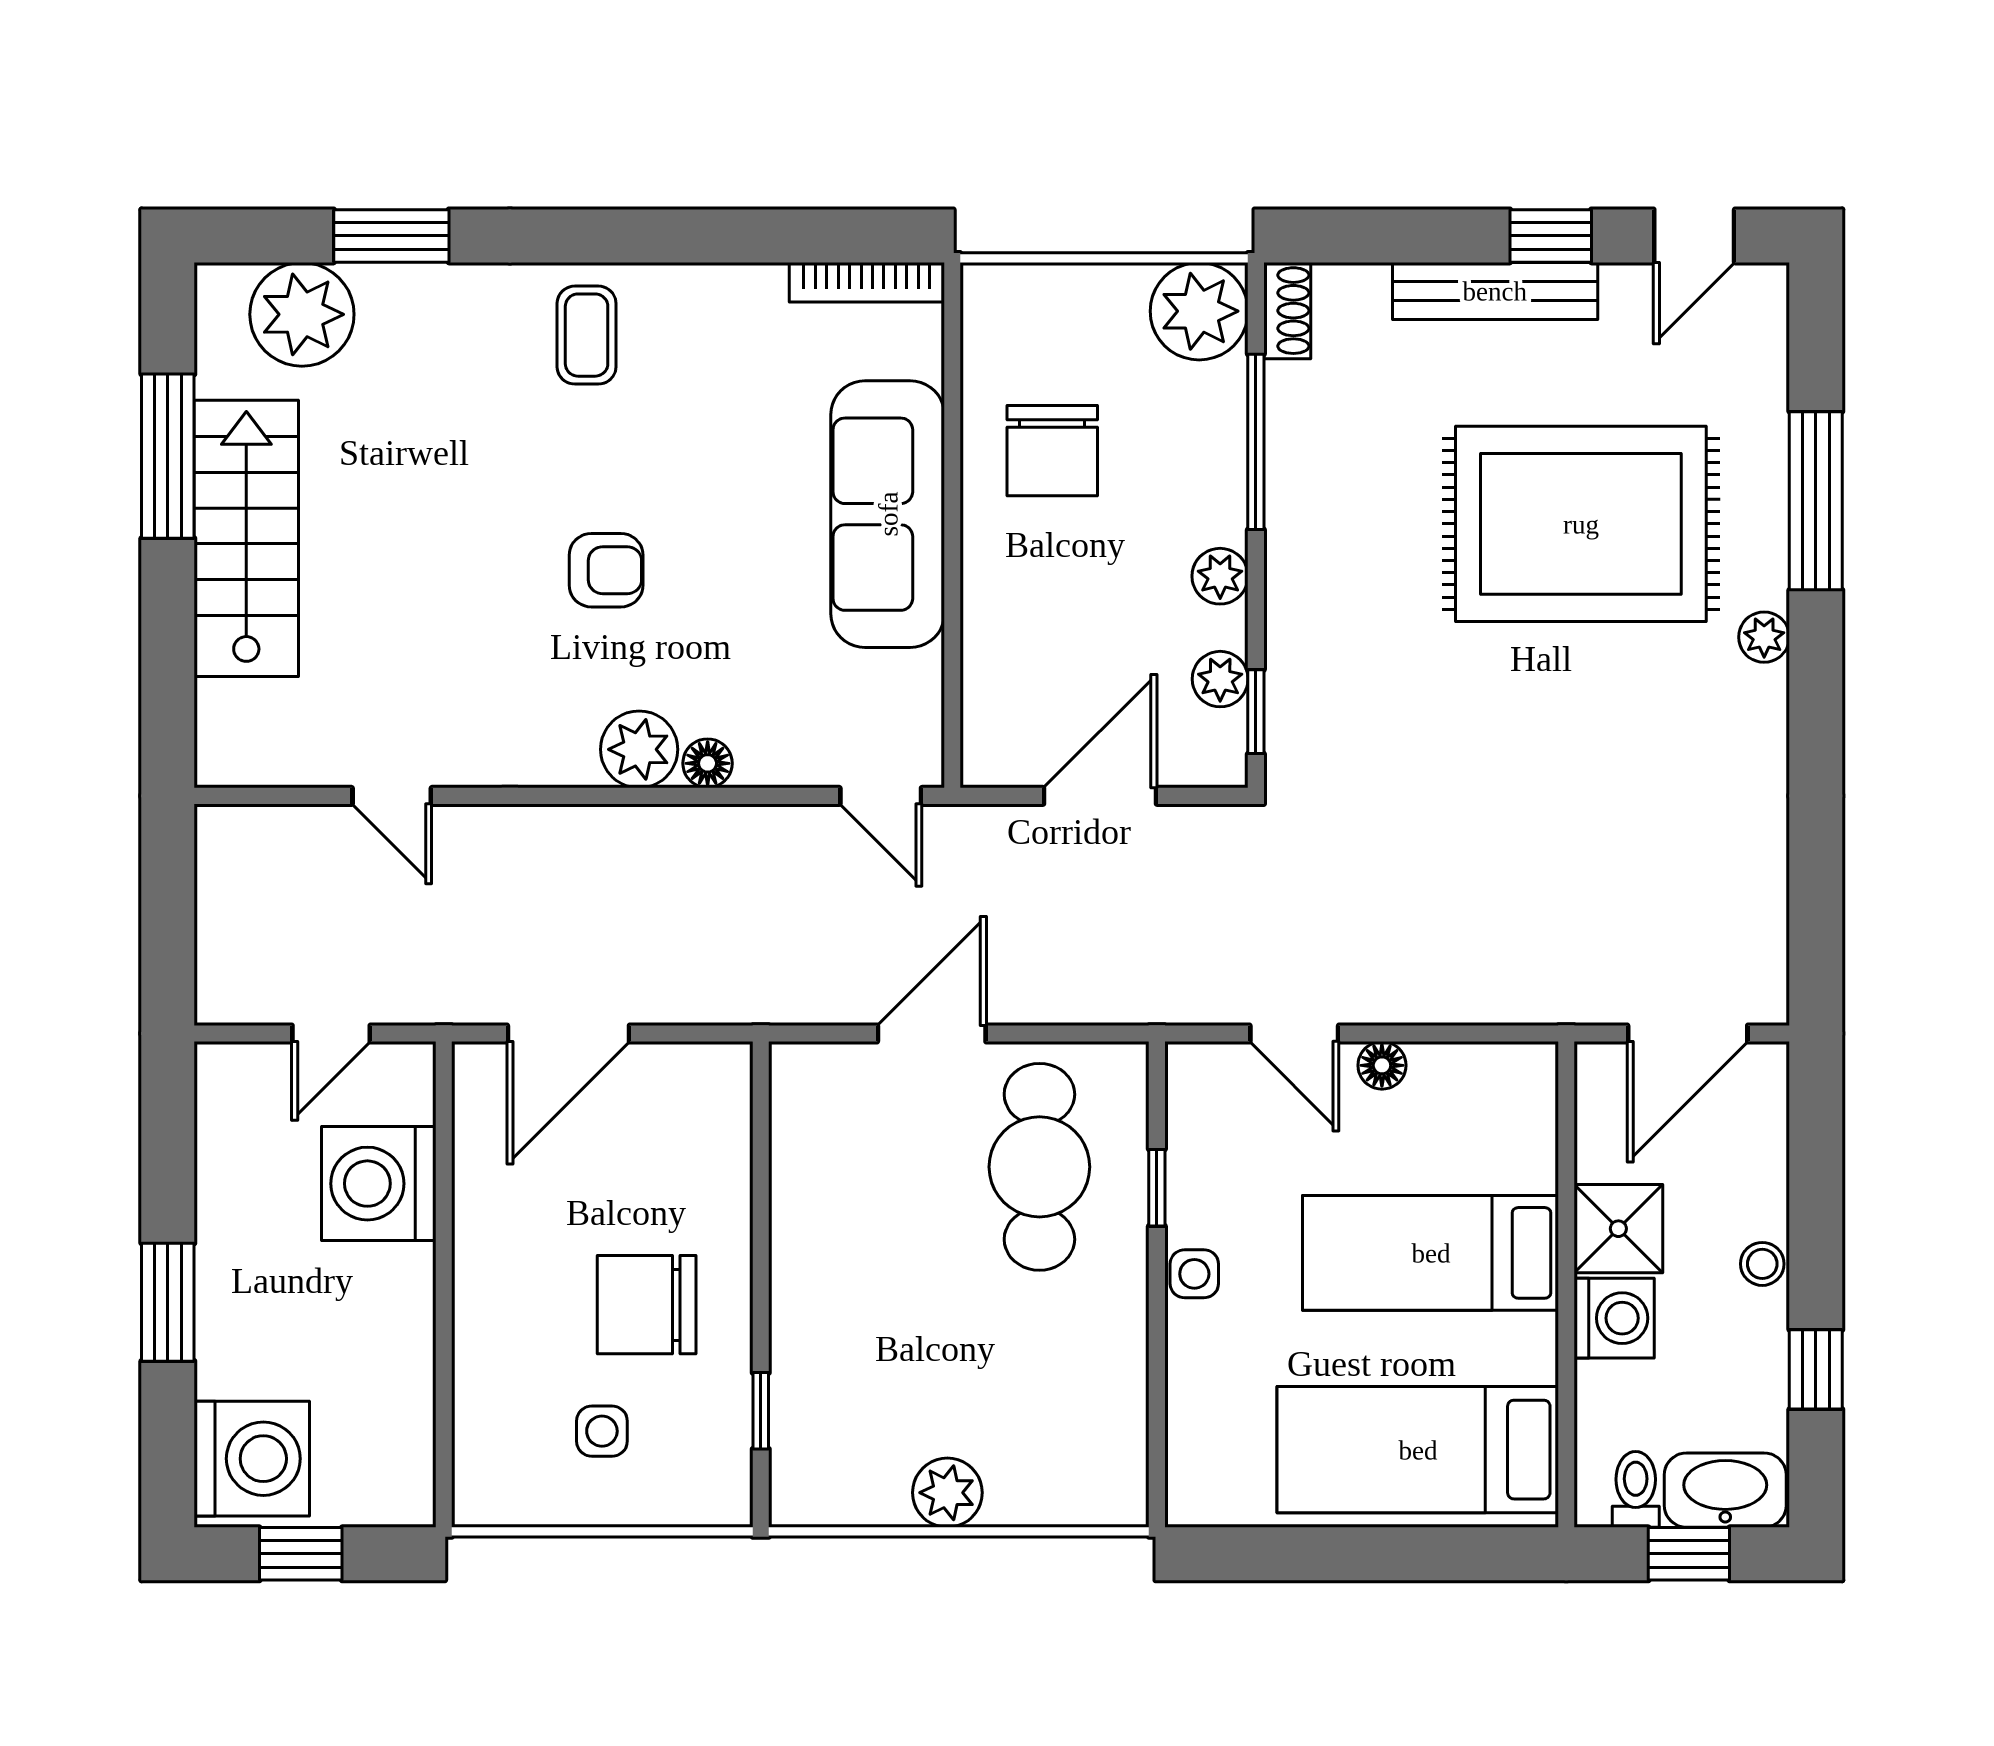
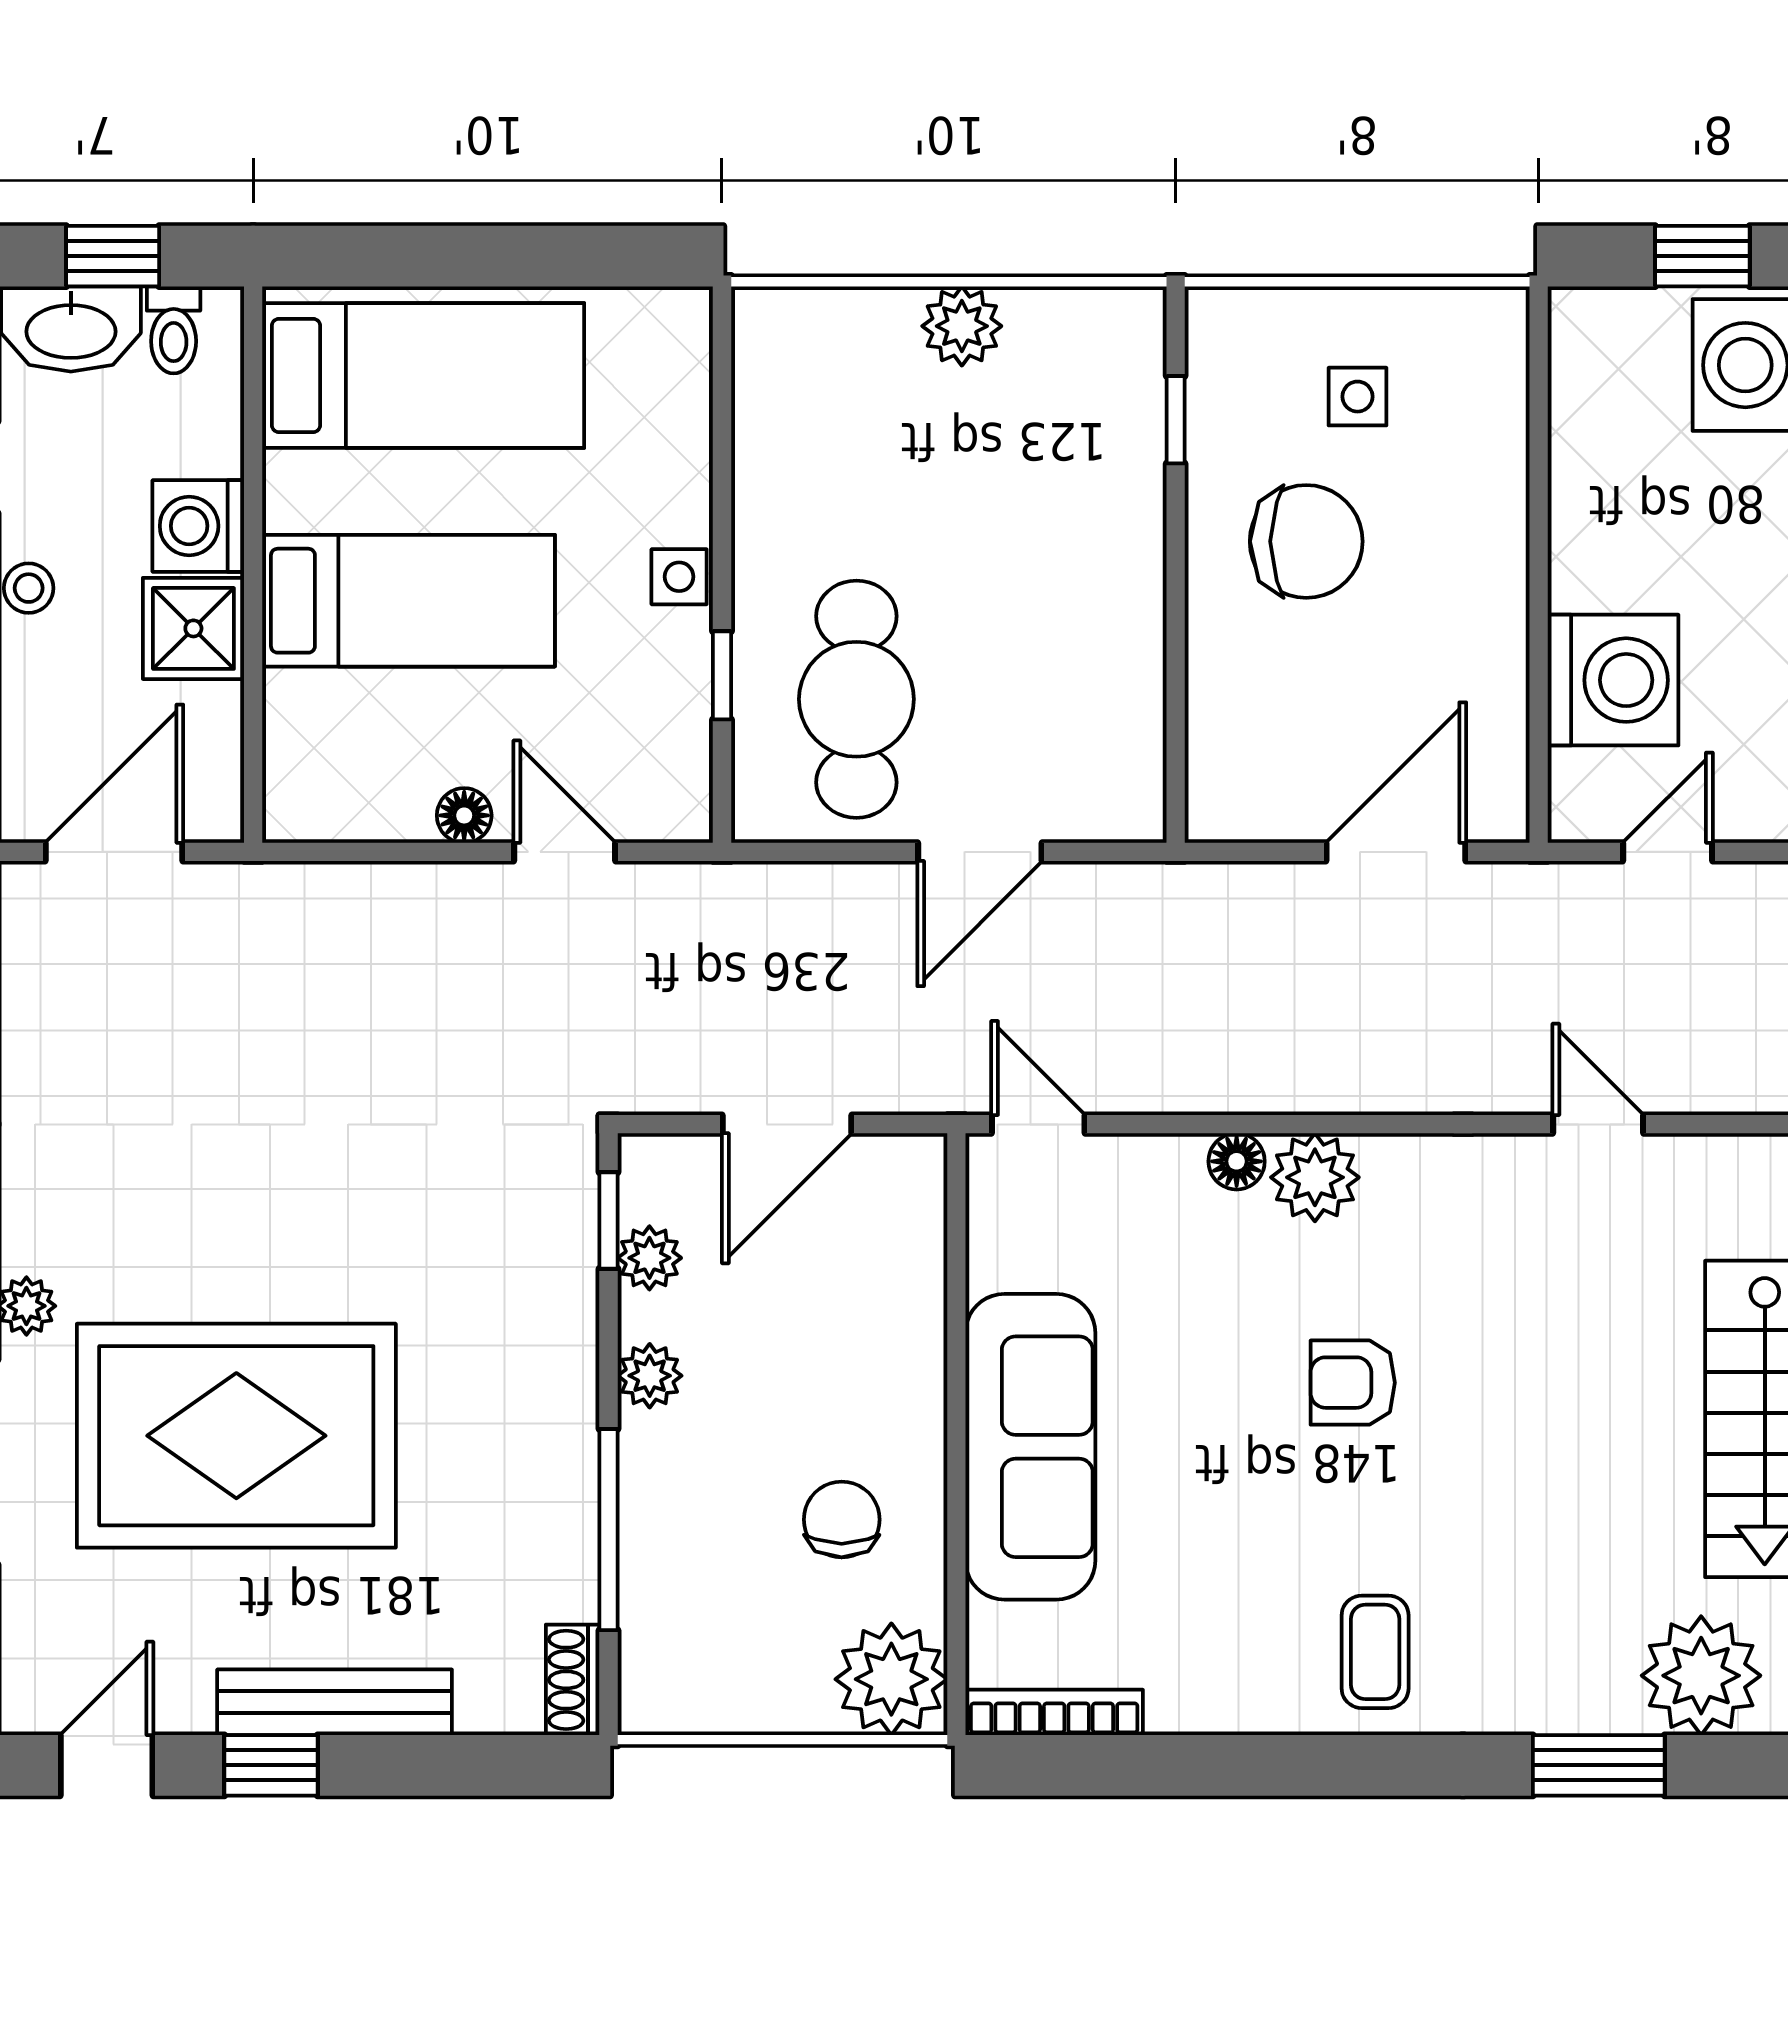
plant: (1199, 311) -> (891, 1679), moved
chair: (1052, 451) -> (842, 1520), width x0.73, depth x0.73

